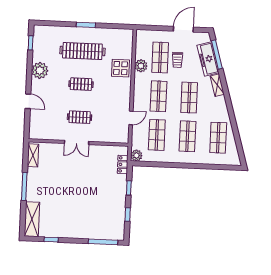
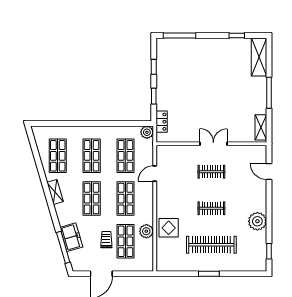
freezer: (208, 59) -> (71, 237), width x0.71
shelving: (217, 85) -> (55, 192), moved
door: (28, 101) -> (269, 171), moved

